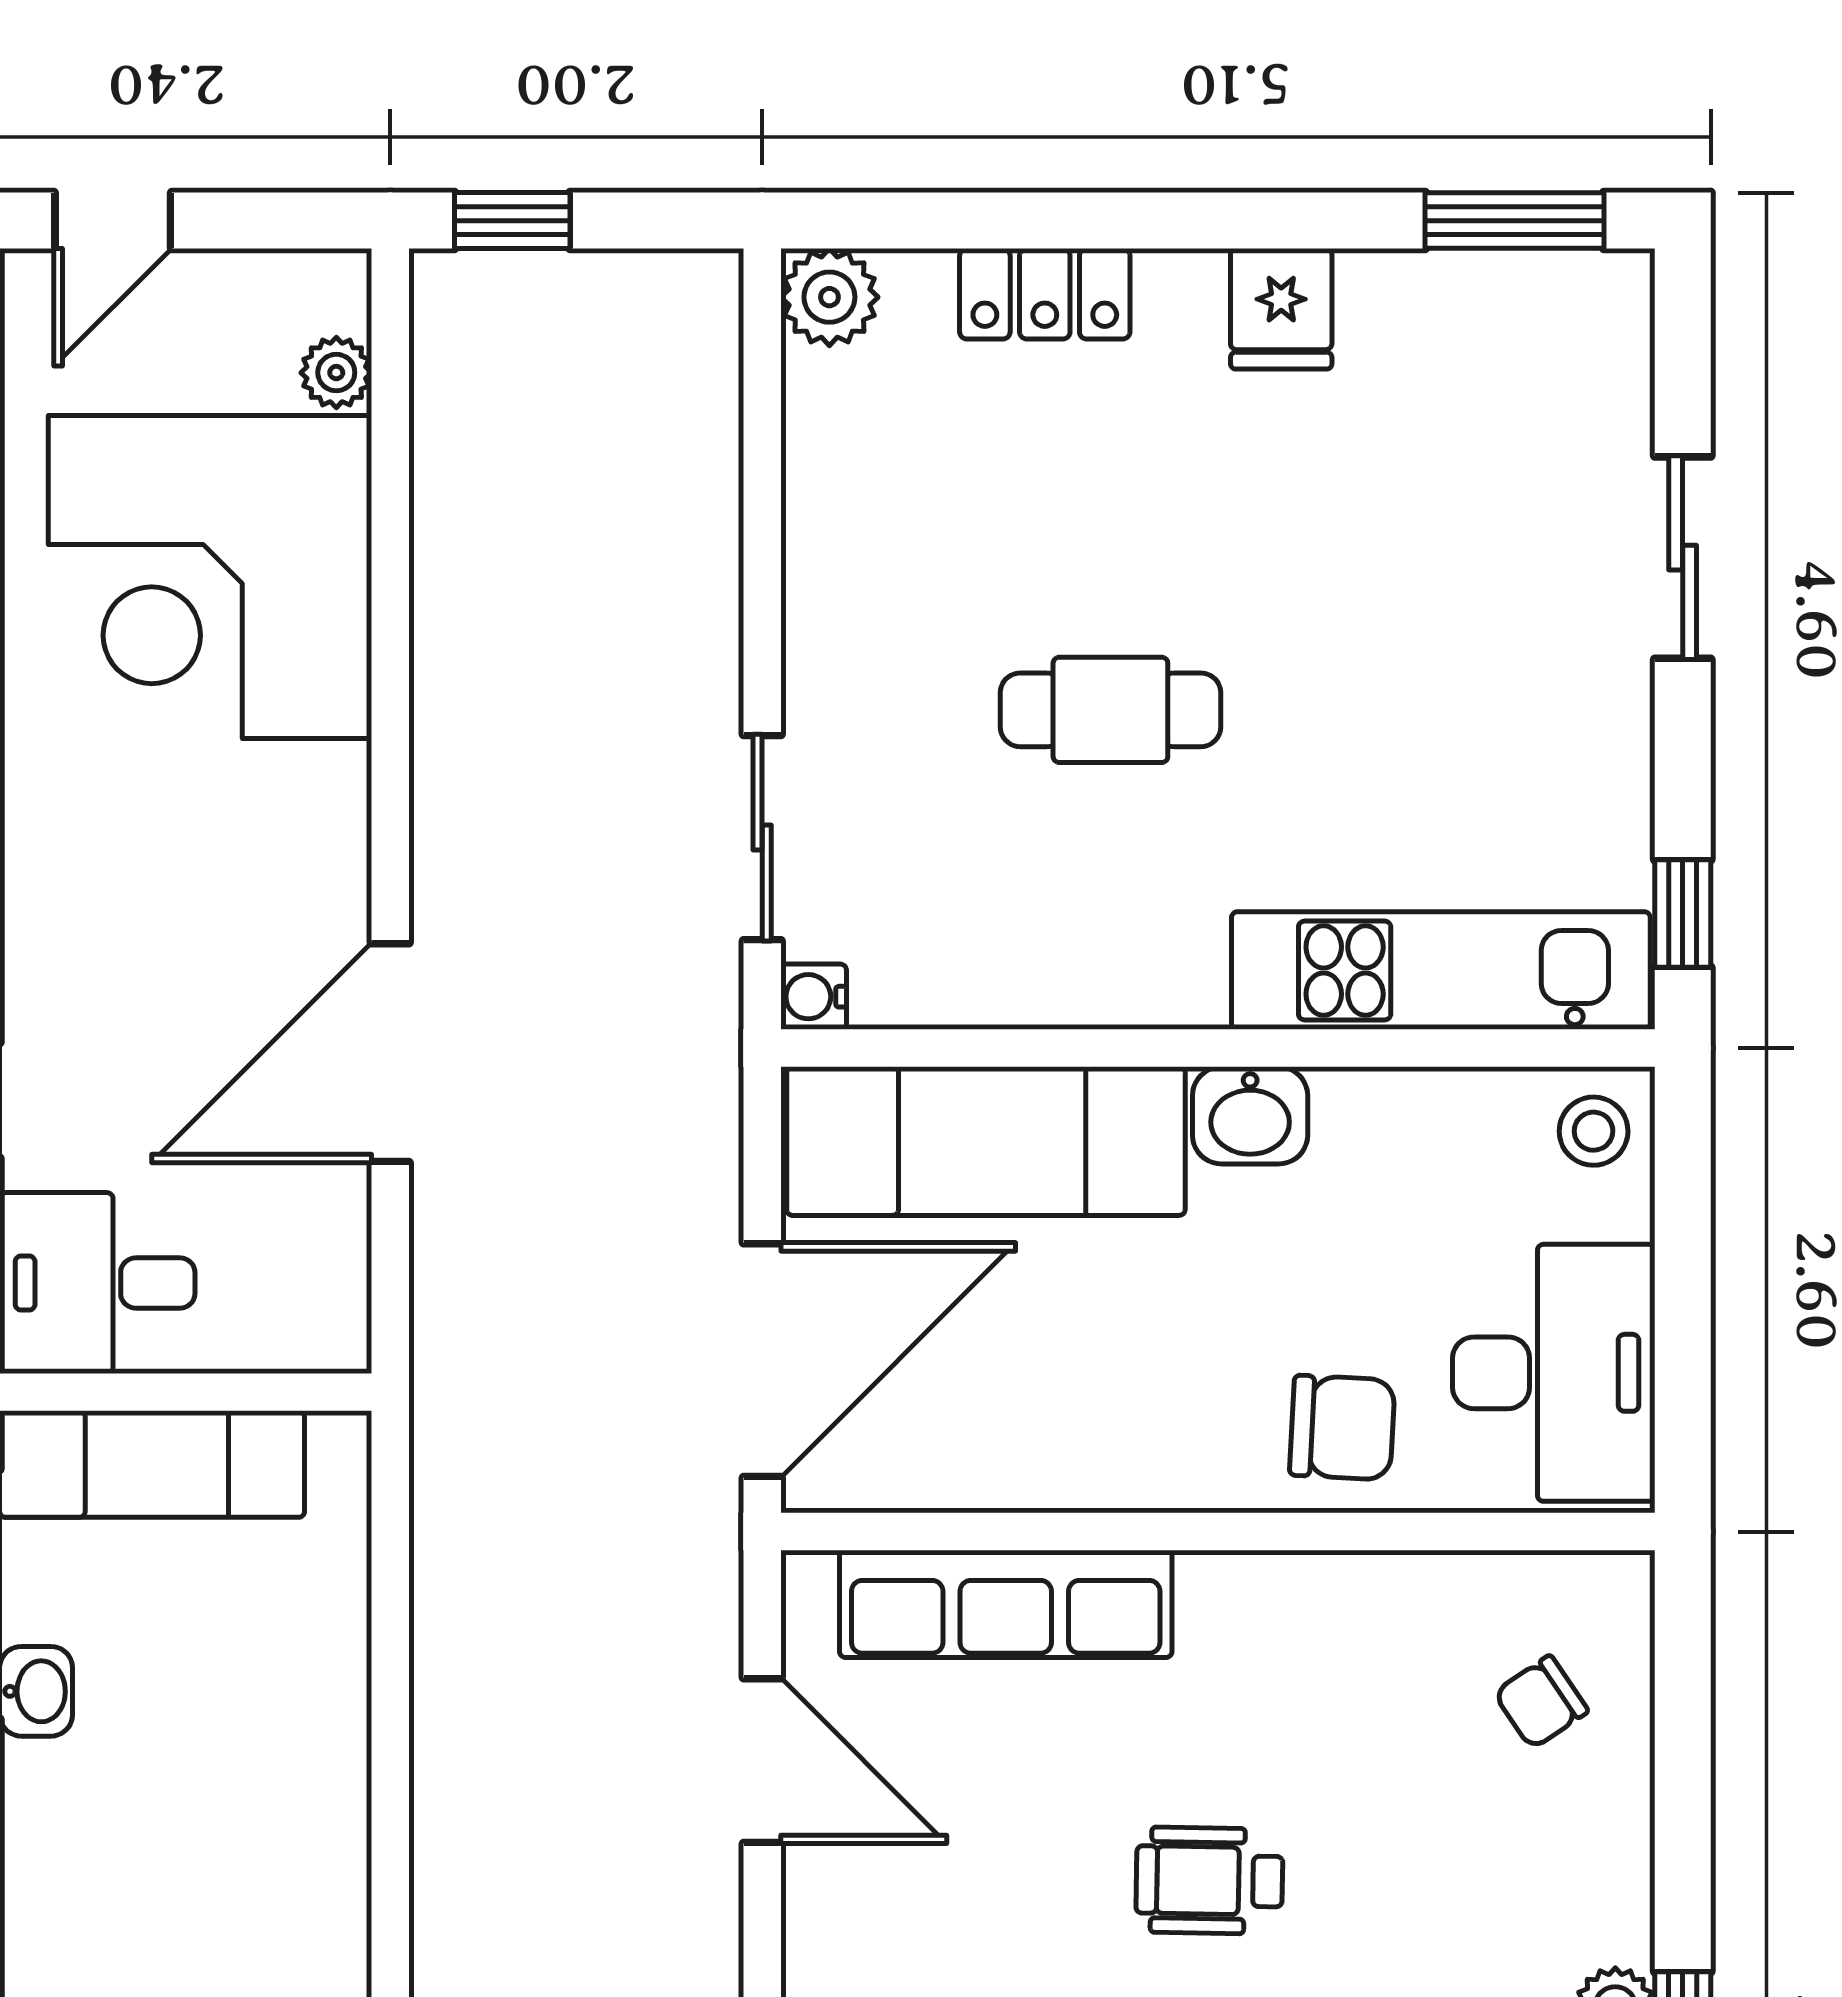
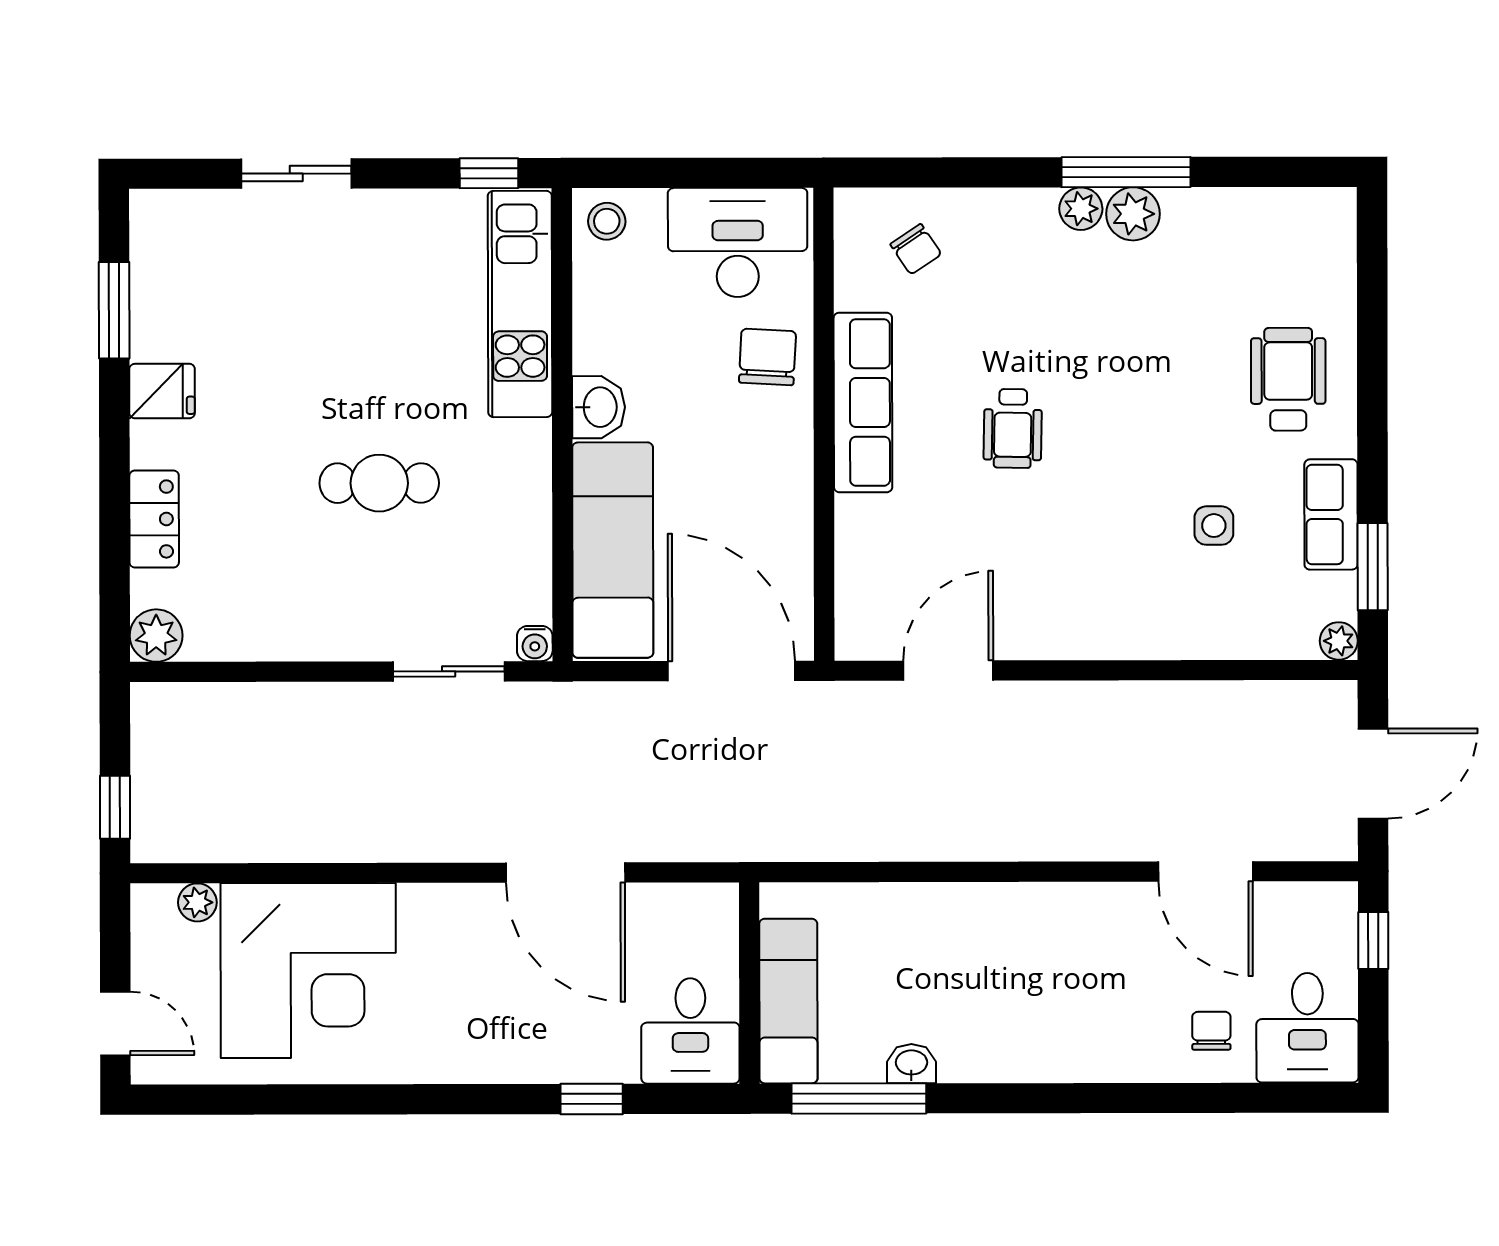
window: (1514, 221) -> (114, 310), moved
cafe table: (1110, 710) -> (379, 483), turned 90
row of seats: (1006, 1604) -> (863, 402), moved

